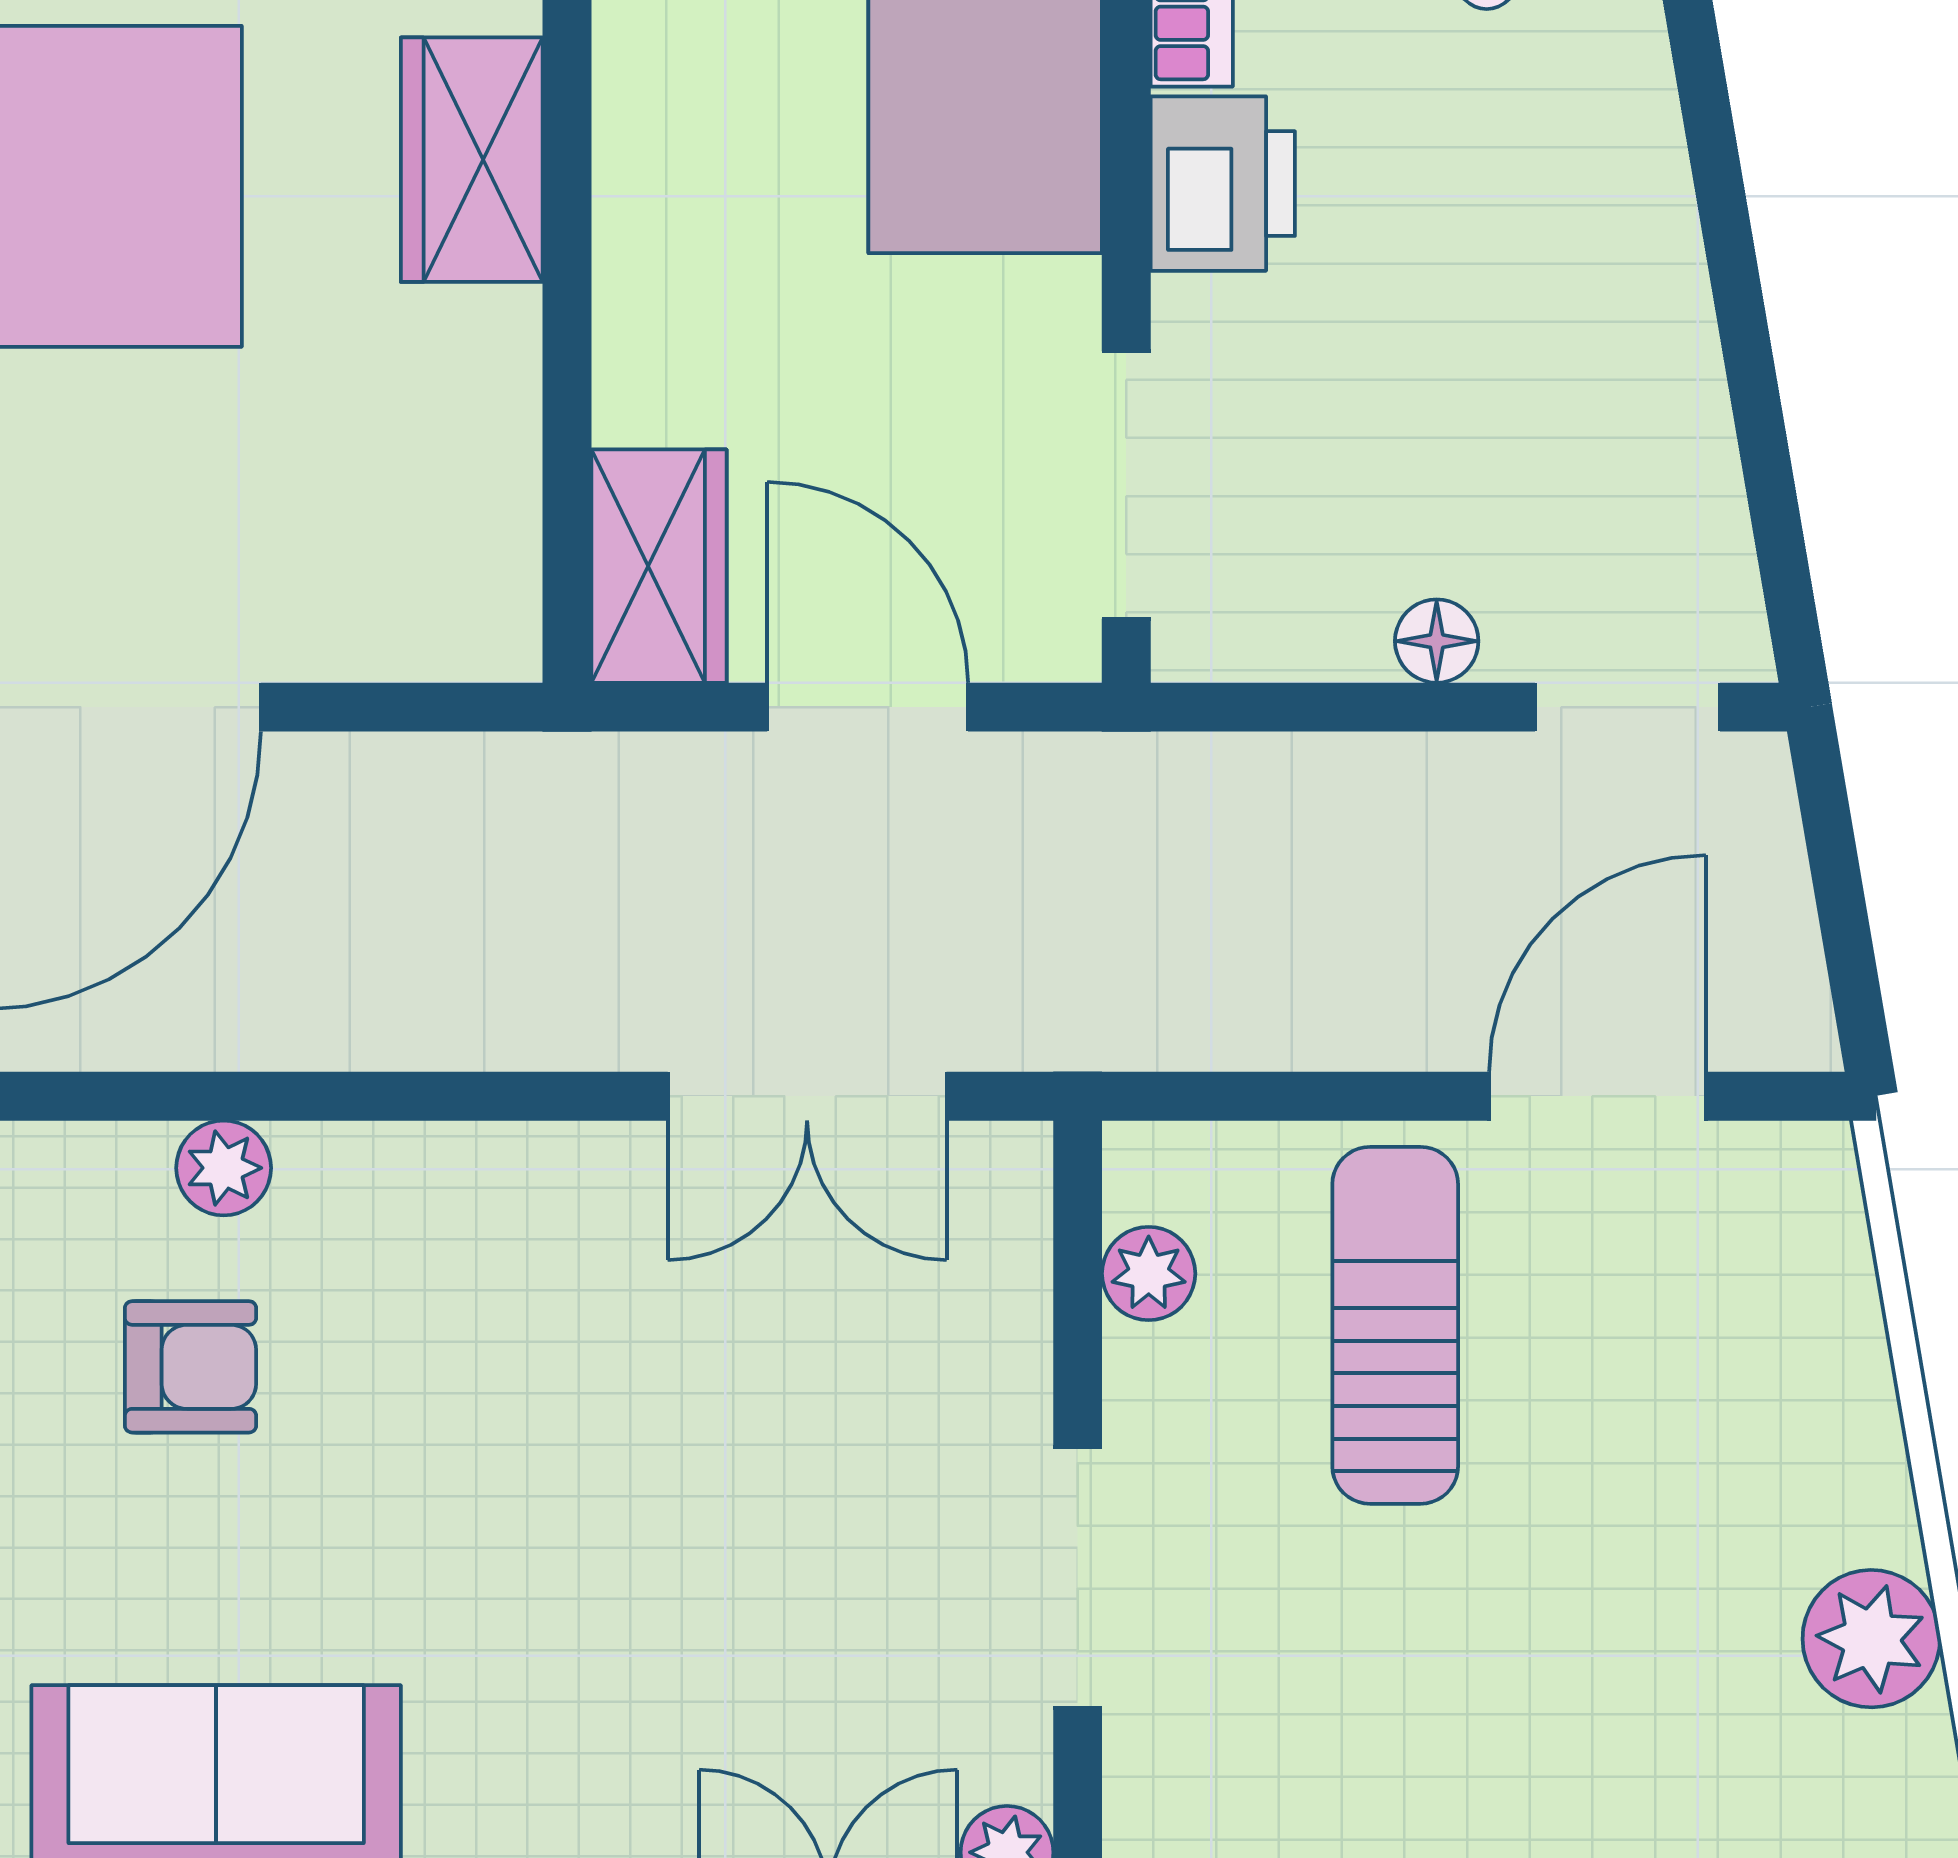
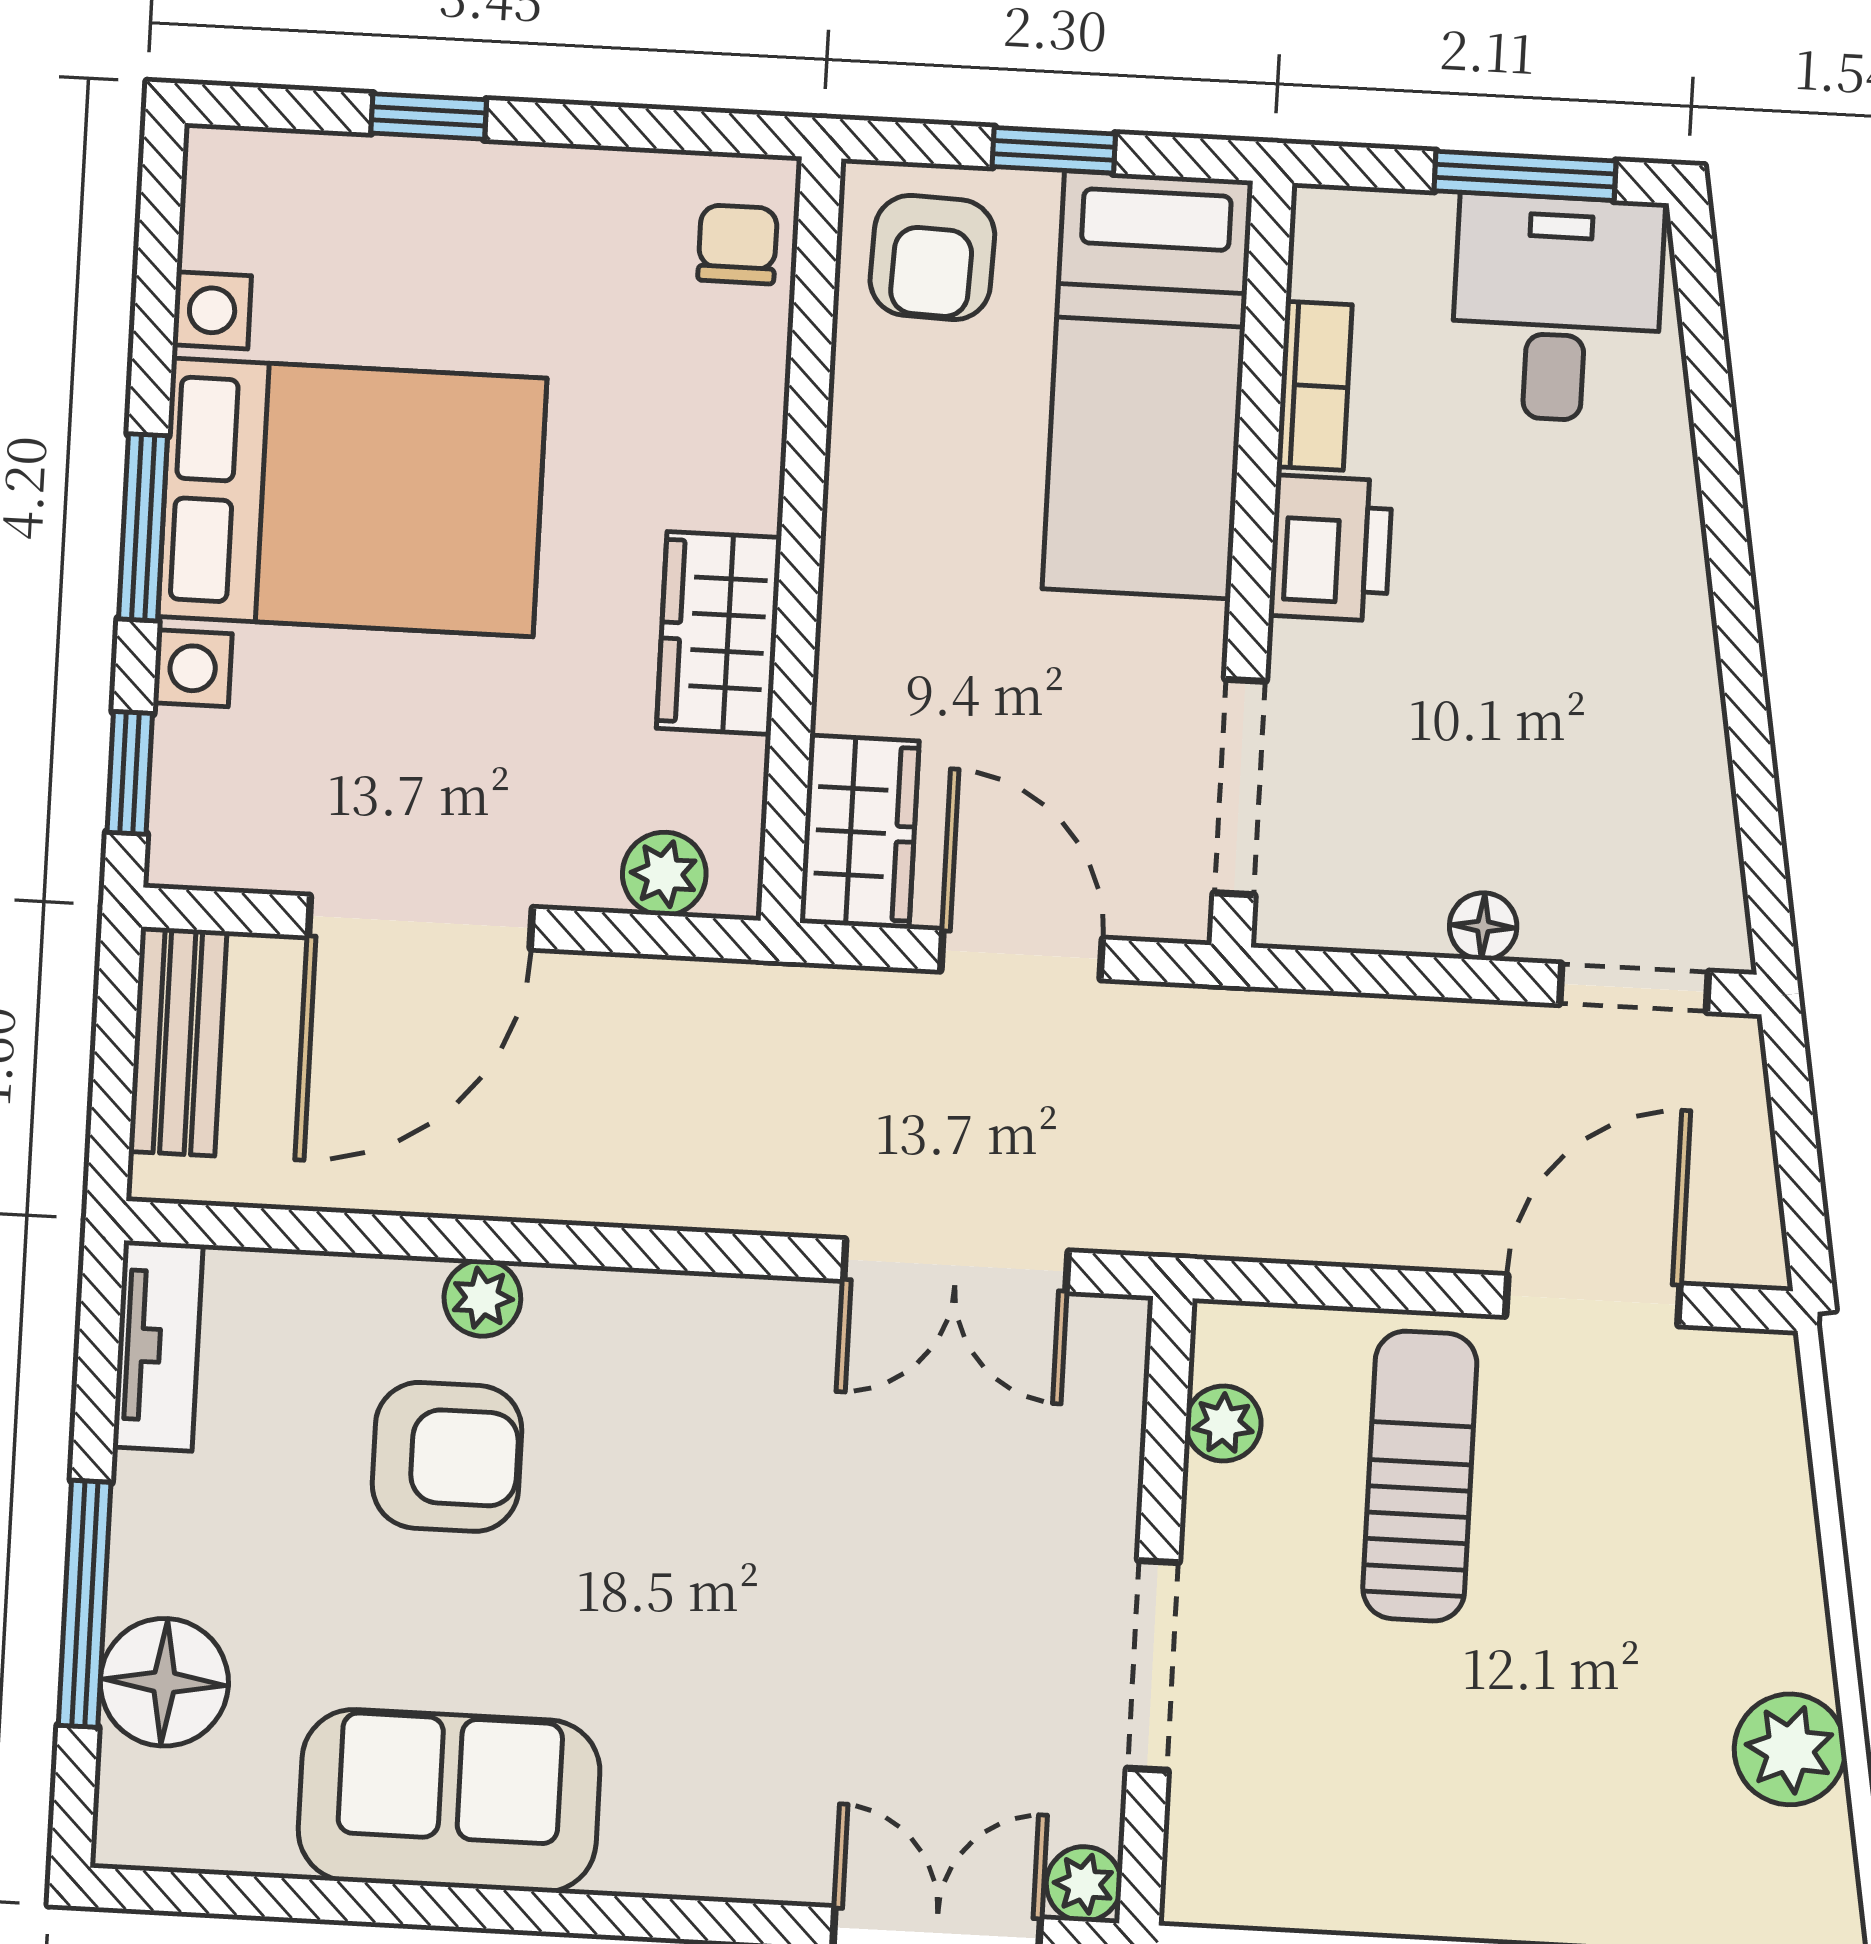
wardrobe: (472, 160) -> (719, 633), moved
plant: (420, 631) -> (664, 874), added
armchair: (191, 1367) -> (447, 1457), width x1.38, depth x1.38

